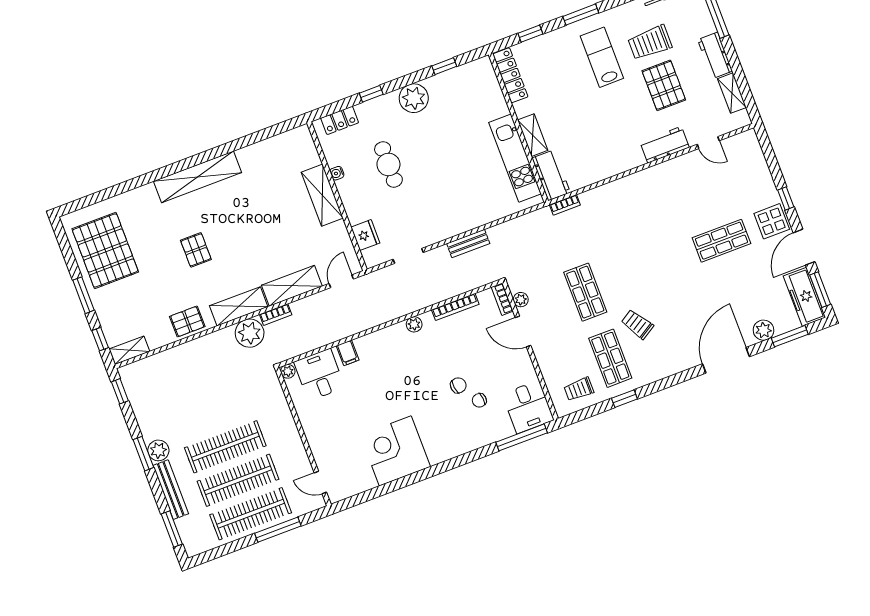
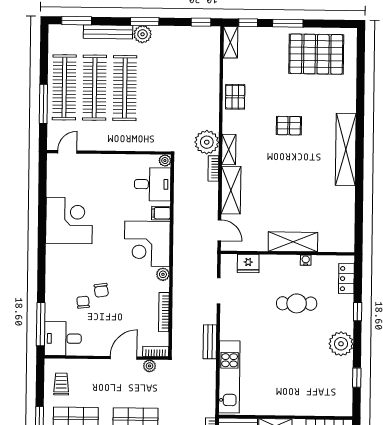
kitchen unit: (515, 158) -> (229, 377), moved, turned 90
shelving: (239, 306) -> (229, 150), width x0.67, depth x0.75
corner desk: (387, 355) -> (147, 244), added

